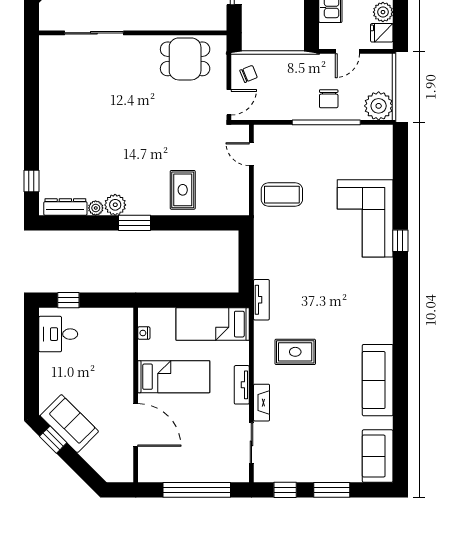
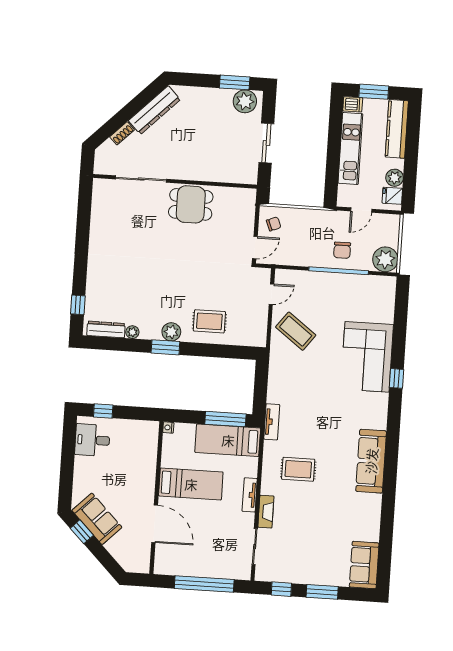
dining table: (185, 59) -> (191, 204), moved
door: (251, 154) -> (271, 294), swing flipped
rug: (183, 190) -> (209, 321), turned 90
coffee table: (282, 195) -> (296, 331), turned 37
plant: (115, 205) -> (171, 332), moved
window: (208, 300) -> (225, 419), added
nightstand: (144, 333) -> (168, 427), moved
sofa: (378, 380) -> (371, 461), moved

